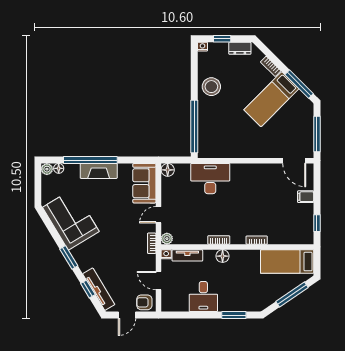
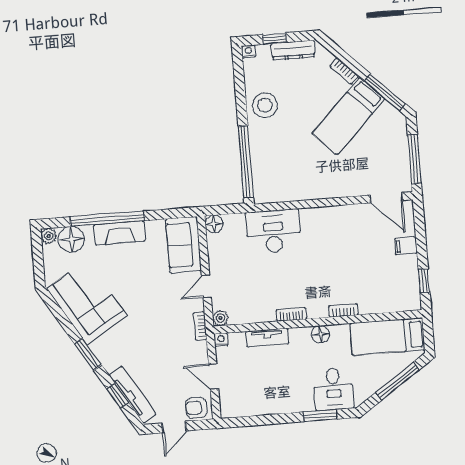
dresser: (240, 48) -> (293, 50), width x1.44
floor lamp: (59, 168) -> (71, 239), width x1.89, depth x1.89
tv unit: (187, 255) -> (267, 338), moved
floor lamp: (223, 256) -> (320, 334), moved
desk: (203, 296) -> (334, 389), moved

